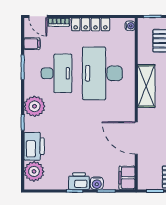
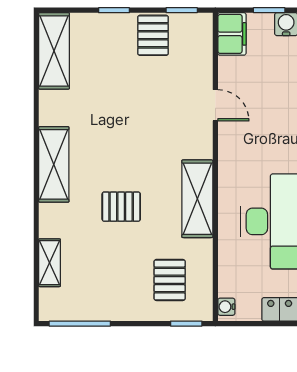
door: (136, 138) -> (215, 105), width x0.53

